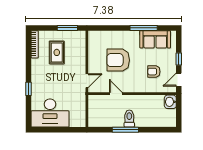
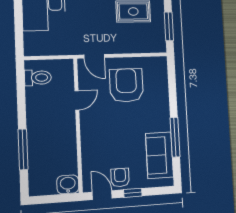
armchair: (118, 60) -> (126, 85), moved
armchair: (154, 72) -> (120, 178), moved
toilet: (129, 119) -> (38, 78), moved
window: (125, 130) -> (23, 149), moved

